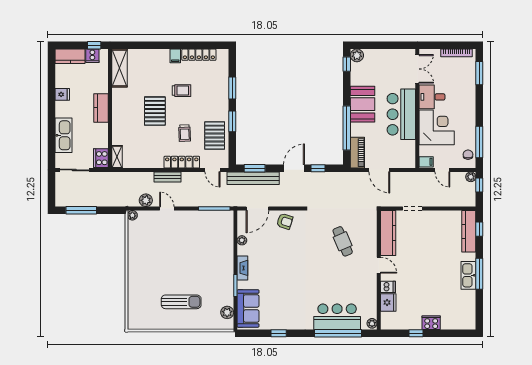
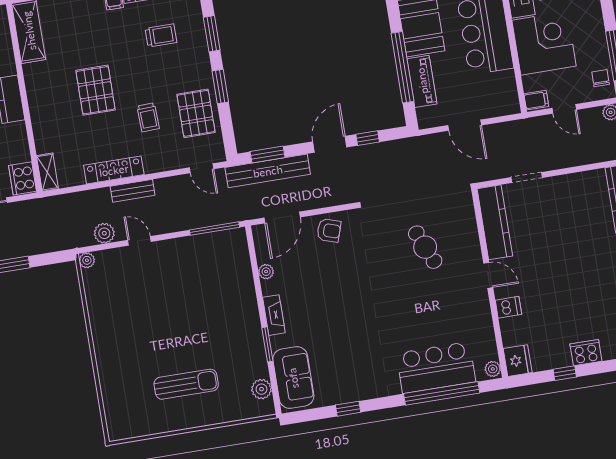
trolley: (182, 91) -> (161, 35), moved
piano: (357, 153) -> (422, 81), moved
locker: (182, 162) -> (114, 170), moved
fridge: (388, 303) -> (518, 361), moved

